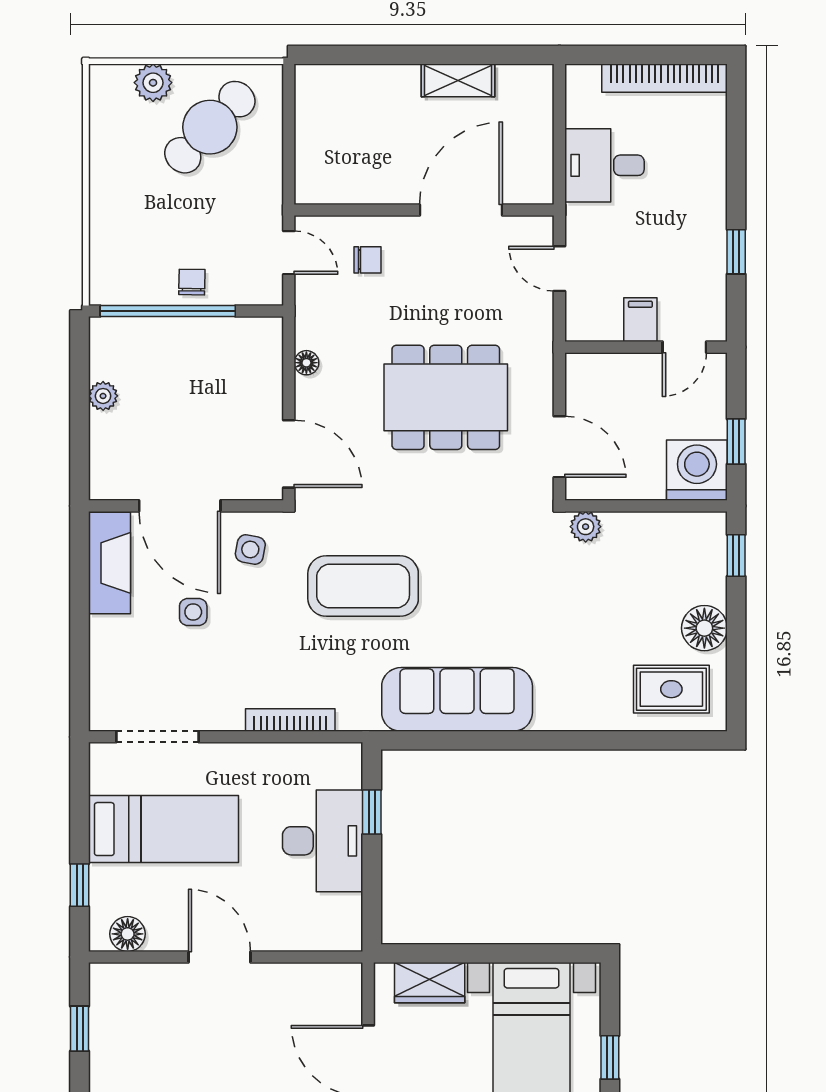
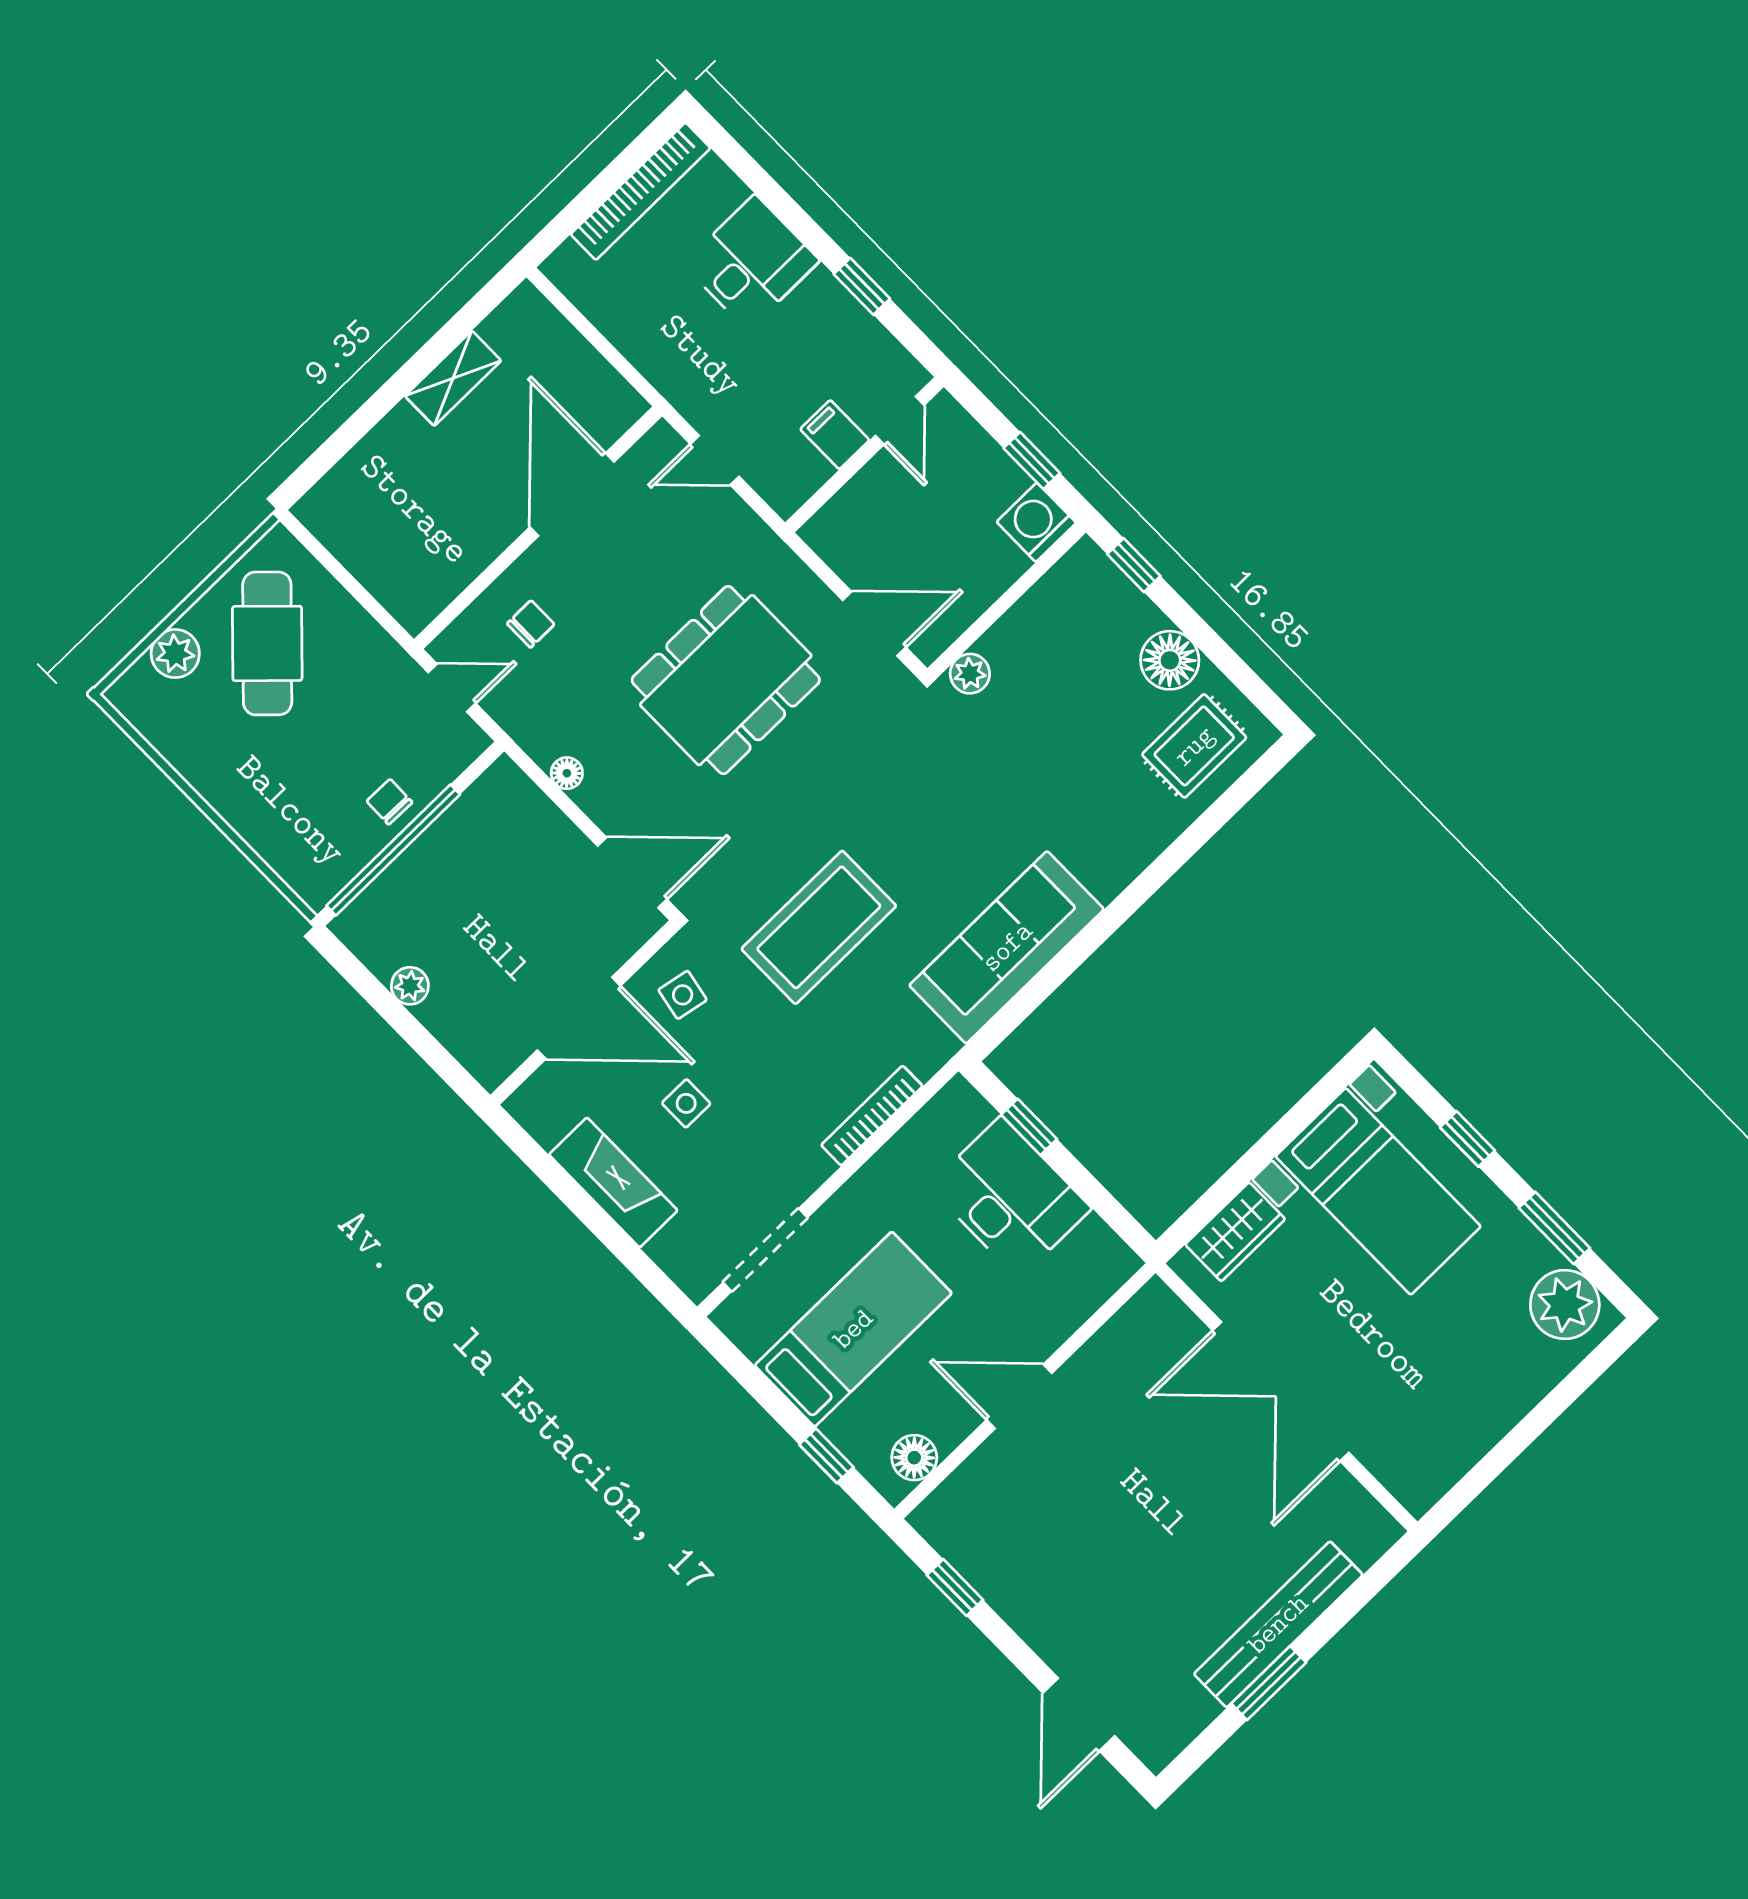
desk: (604, 165) -> (751, 262), moved, turned 180
washing machine: (697, 470) -> (1036, 522), width x0.73, depth x0.73
fireplace: (109, 563) -> (613, 1182), moved

